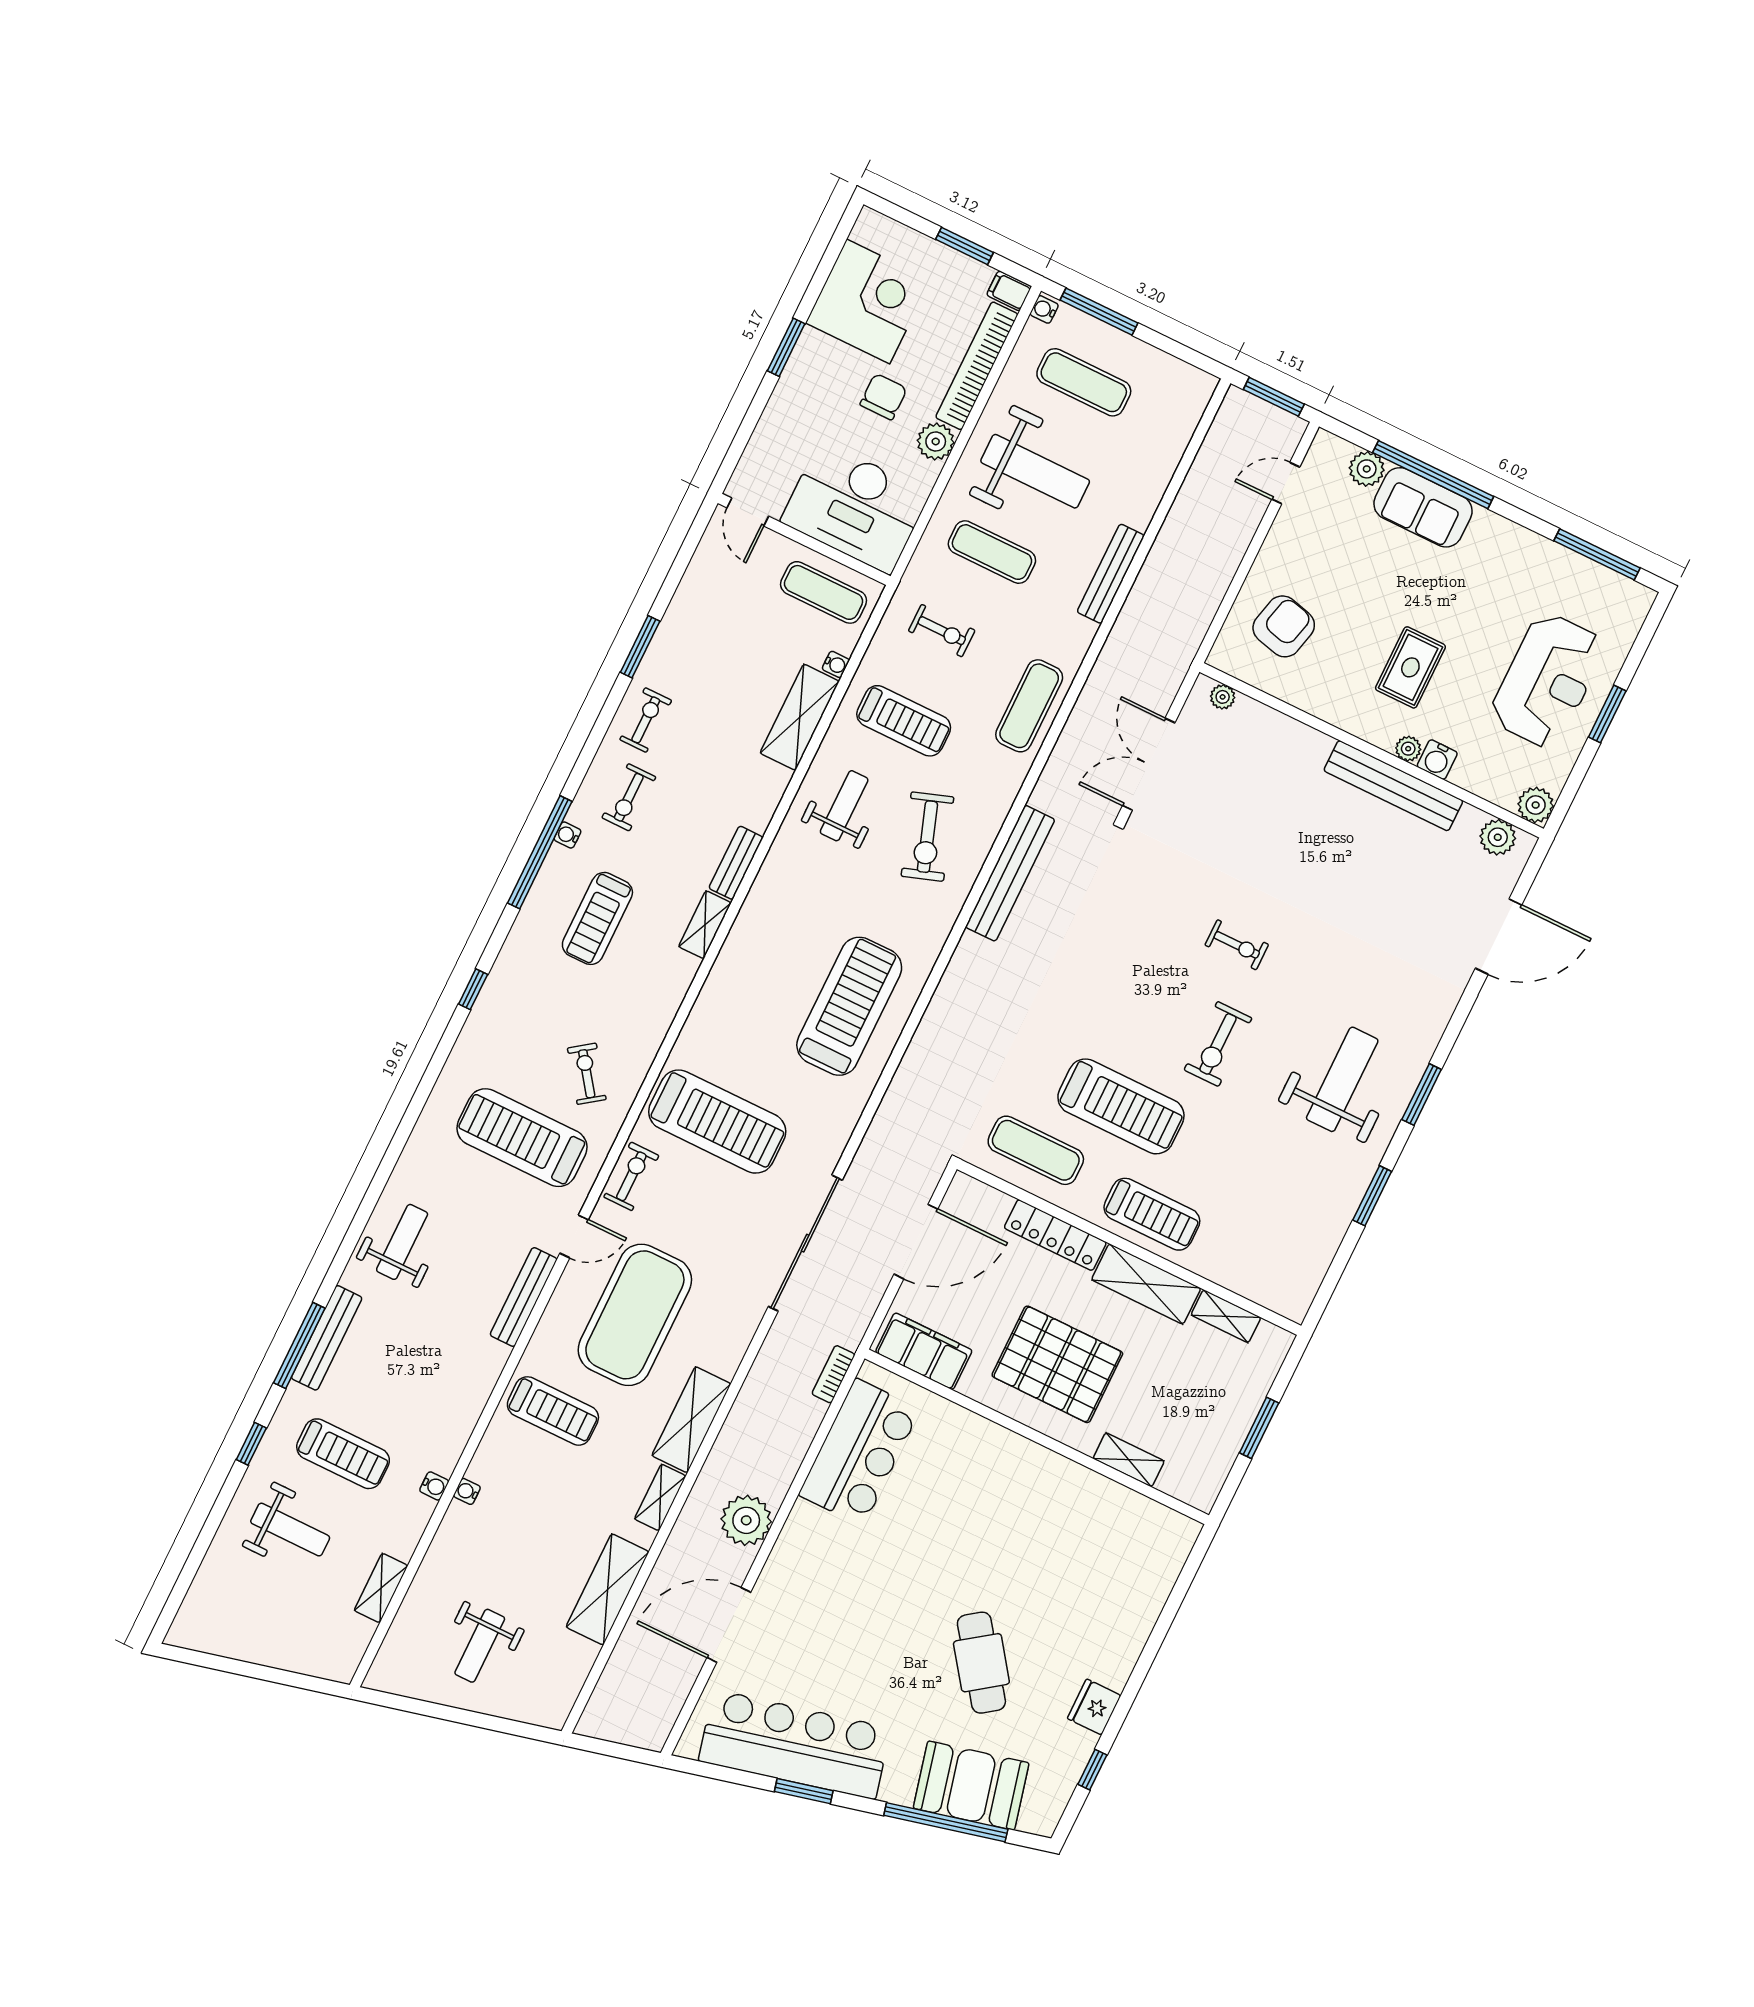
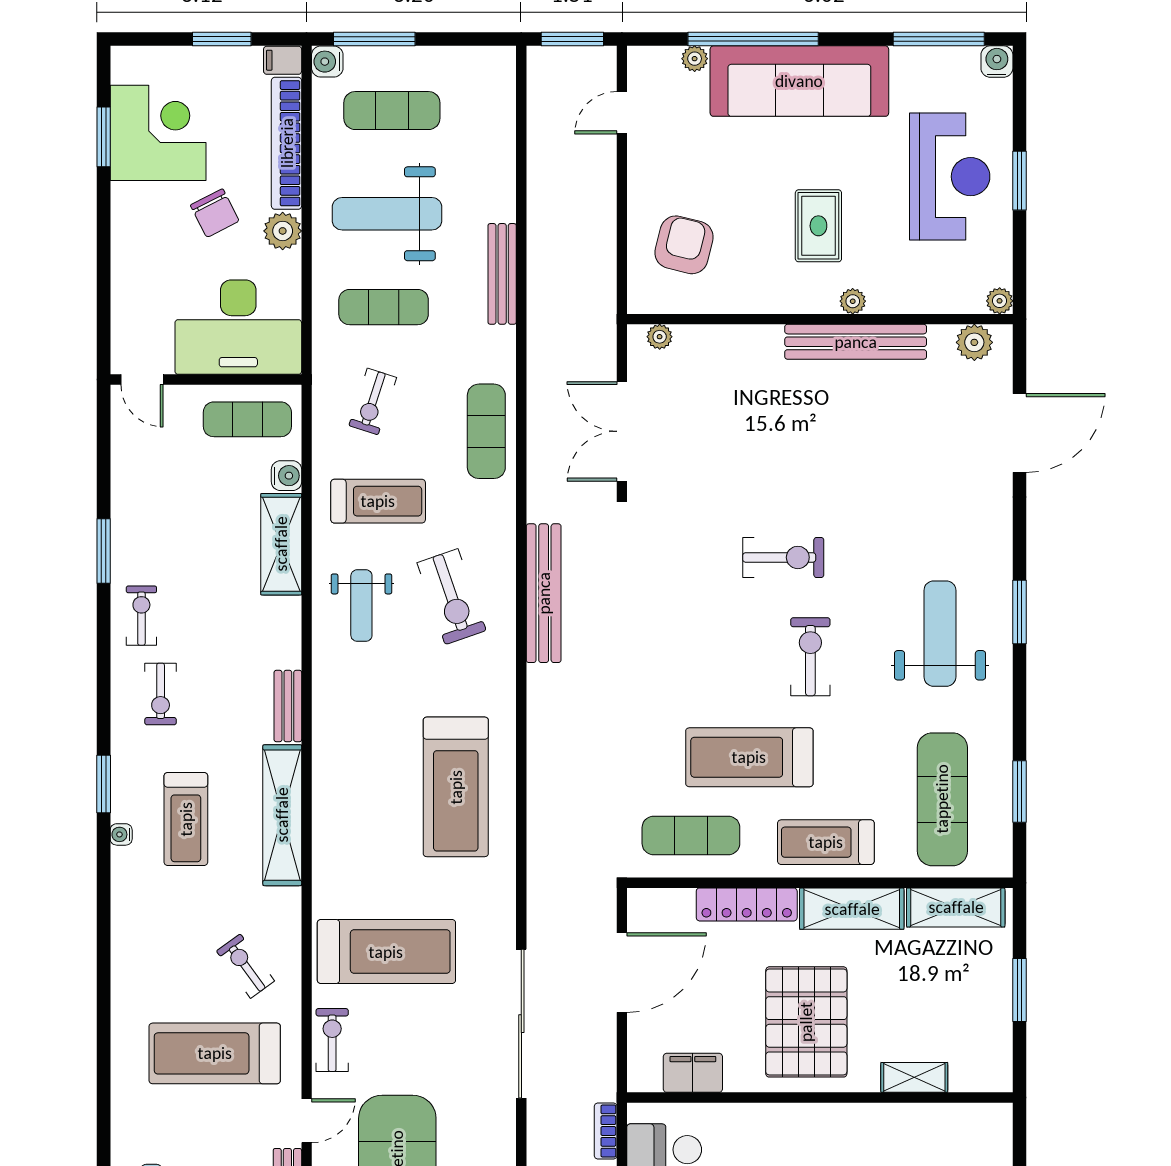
water cooler: (1044, 309) -> (327, 62), width x1.38, depth x1.38
window: (786, 347) -> (104, 137), moved
chair: (884, 397) -> (215, 213), turned 153
plant: (1367, 469) -> (695, 59), width x0.73, depth x0.73
weight bench: (1035, 471) -> (387, 214), turned 180
sofa: (1423, 507) -> (799, 81), width x1.85, depth x1.27
exercise bike: (942, 631) -> (373, 401), turned 108
water cooler: (836, 664) -> (287, 476), width x1.38, depth x1.38
water cooler: (1437, 760) -> (997, 62), moved, turned 180
plant: (1536, 805) -> (1000, 301), width x0.73, depth x0.73
weight bench: (844, 806) -> (361, 606), turned 180
water cooler: (567, 835) -> (121, 834), moved
window: (540, 852) -> (104, 784), width x0.47
shelving: (705, 925) -> (282, 815), width x2.20, depth x1.33
exercise bike: (1237, 945) -> (783, 557), width x1.38, depth x1.39
window: (473, 989) -> (104, 939), removed
treadmill: (849, 1006) -> (456, 787), turned 180
exercise bike: (1218, 1044) -> (810, 657), turned 180
treadmill: (1121, 1106) -> (749, 757), turned 180
window: (1372, 1196) -> (1019, 792), moved
treadmill: (1152, 1214) -> (826, 842), turned 180
exercise mat: (1273, 1227) -> (942, 799), added
shelving: (1226, 1316) -> (956, 907), width x1.50, depth x1.33
filing cabinet: (924, 1351) -> (693, 1073), width x0.67, depth x0.86
pallet: (1057, 1364) -> (806, 1022), turned 90

